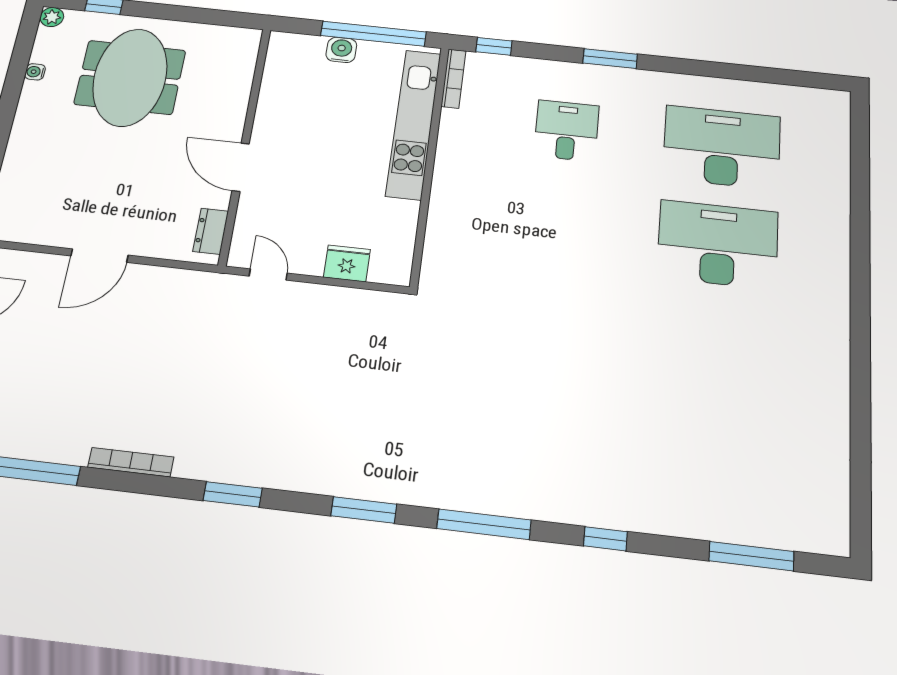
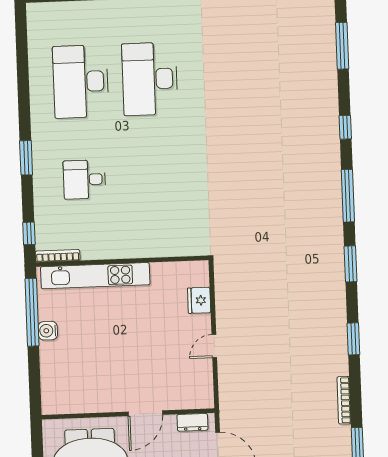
wall: (245, 144) -> (128, 414), moved
door: (241, 167) -> (145, 413), moved
dresser: (211, 231) -> (192, 422), moved

